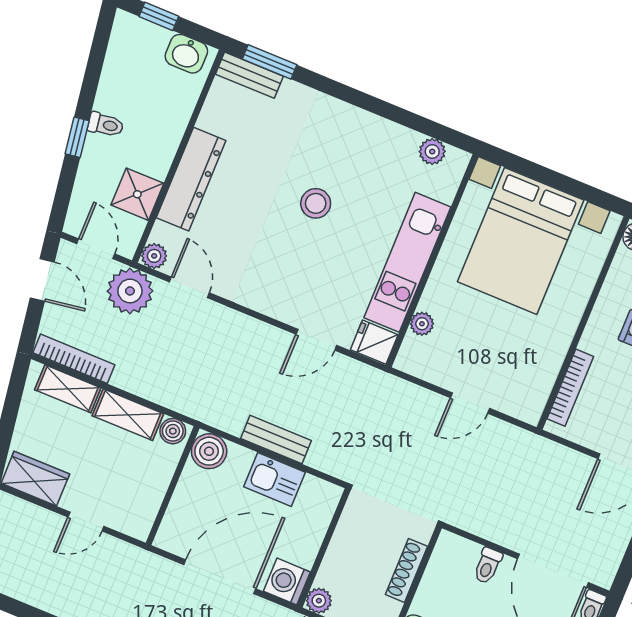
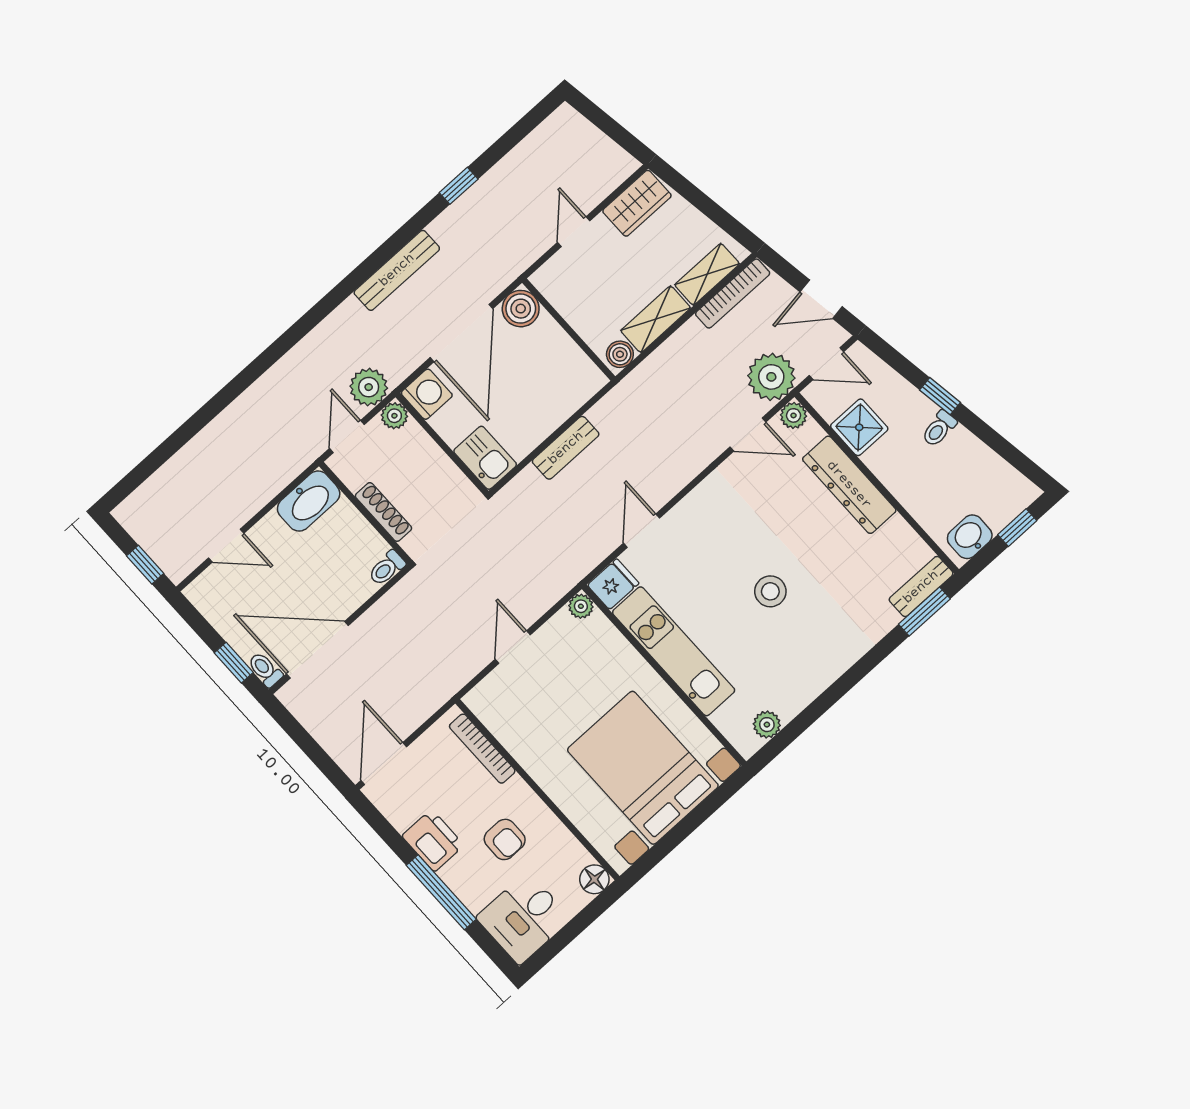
plant: (422, 324) -> (581, 606), moved
boiler: (209, 451) -> (521, 309), moved
kitchen sink: (275, 479) -> (485, 458), moved, turned 90
toilet: (488, 566) -> (387, 568), moved, turned -90

